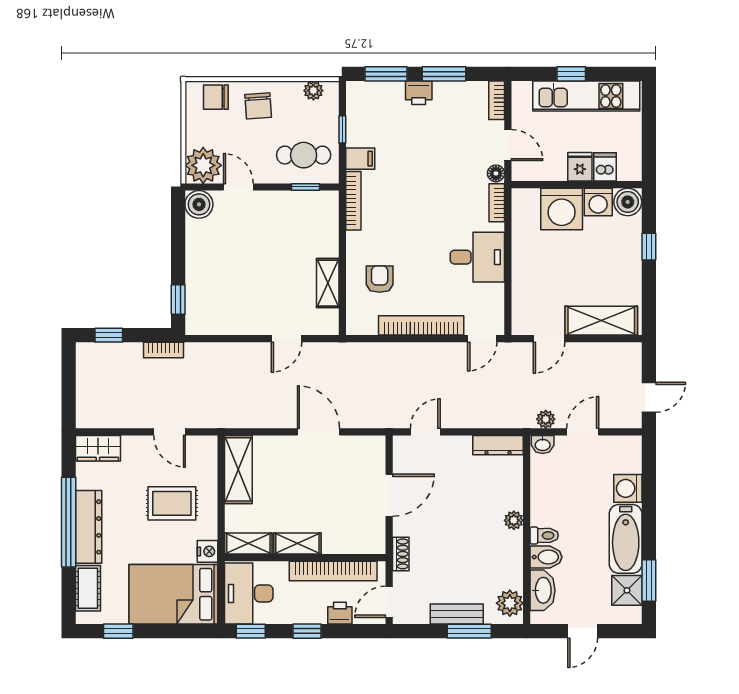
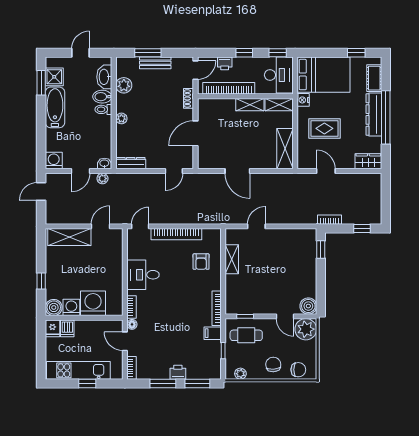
fridge: (580, 167) -> (52, 328), moved
washing machine: (628, 488) -> (54, 161), moved, turned -90
plant: (510, 603) -> (124, 85), moved

